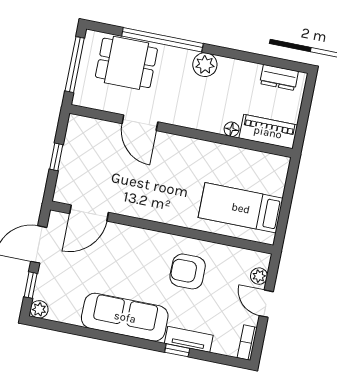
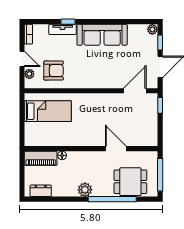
window: (56, 157) -> (160, 105), moved
armchair: (188, 271) -> (54, 71), moved

